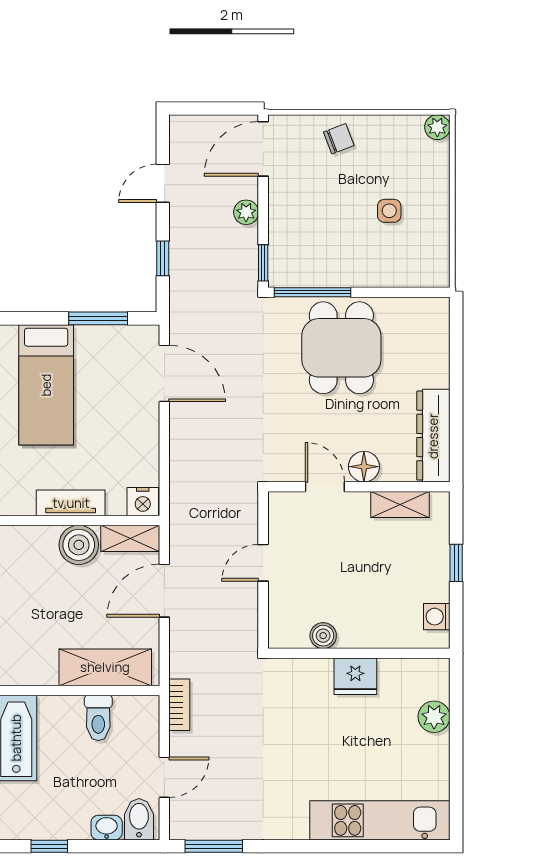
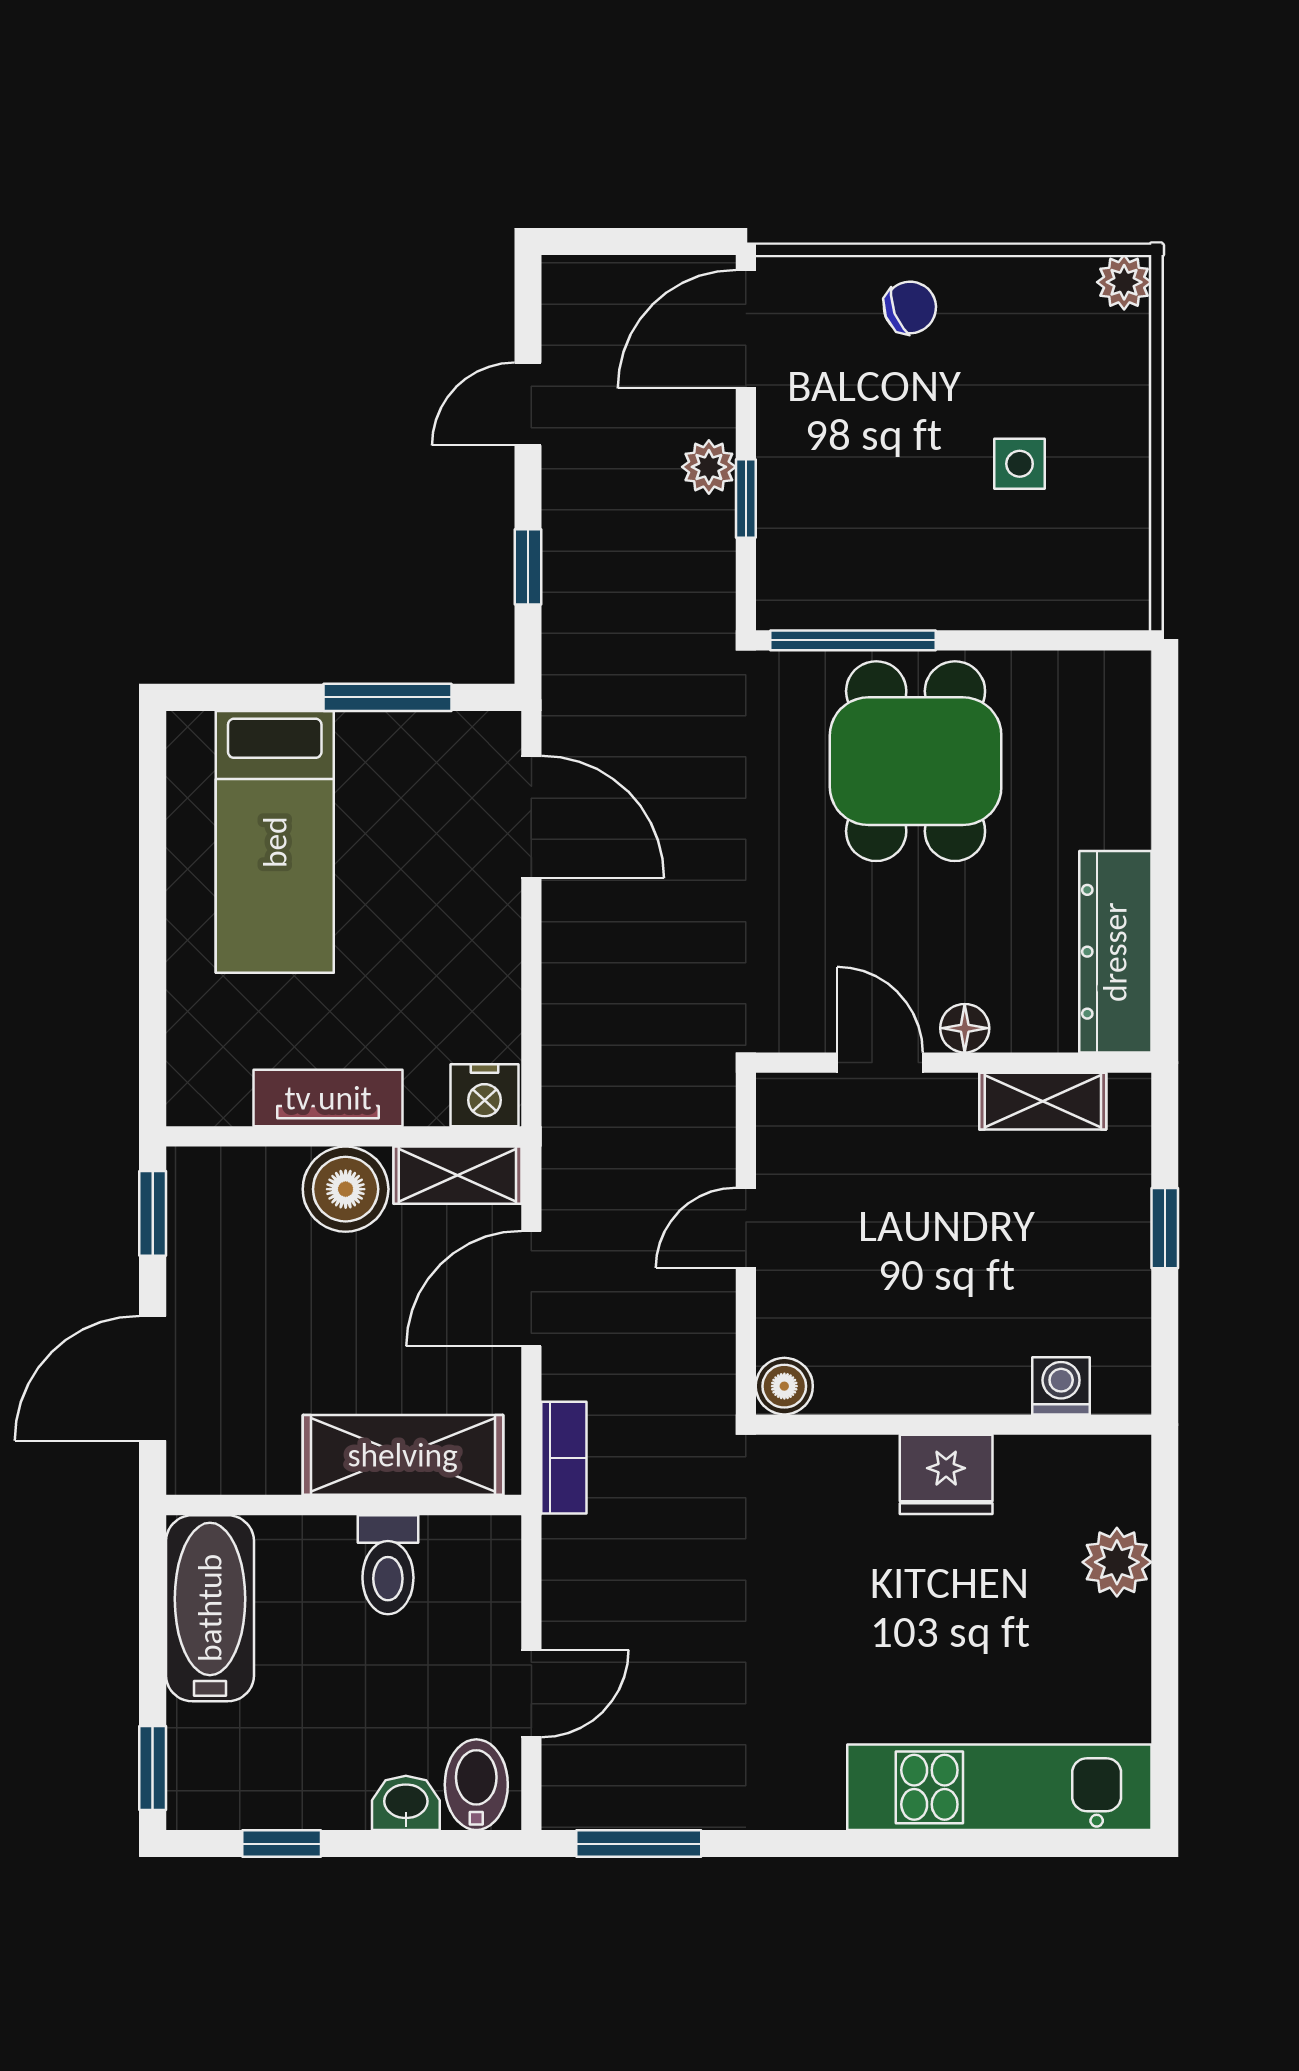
window: (263, 263) -> (746, 498), moved
floor lamp: (364, 467) -> (965, 1028), width x0.73, depth x0.73
washing machine: (437, 617) -> (1061, 1386), moved, turned 90
boiler: (323, 636) -> (784, 1386), moved
bookcase: (179, 705) -> (564, 1458), moved

